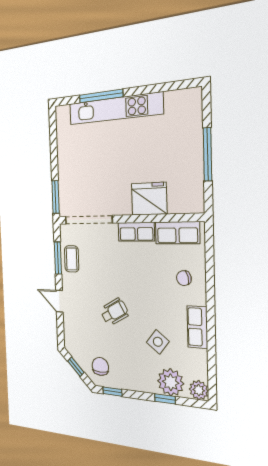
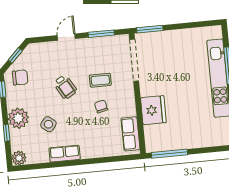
window: (207, 154) -> (169, 154), moved
row of seats: (136, 232) -> (128, 101), removed
coffee table: (72, 259) -> (100, 80), moved
chair: (184, 278) -> (101, 106), moved
plant: (171, 382) -> (18, 118), moved

